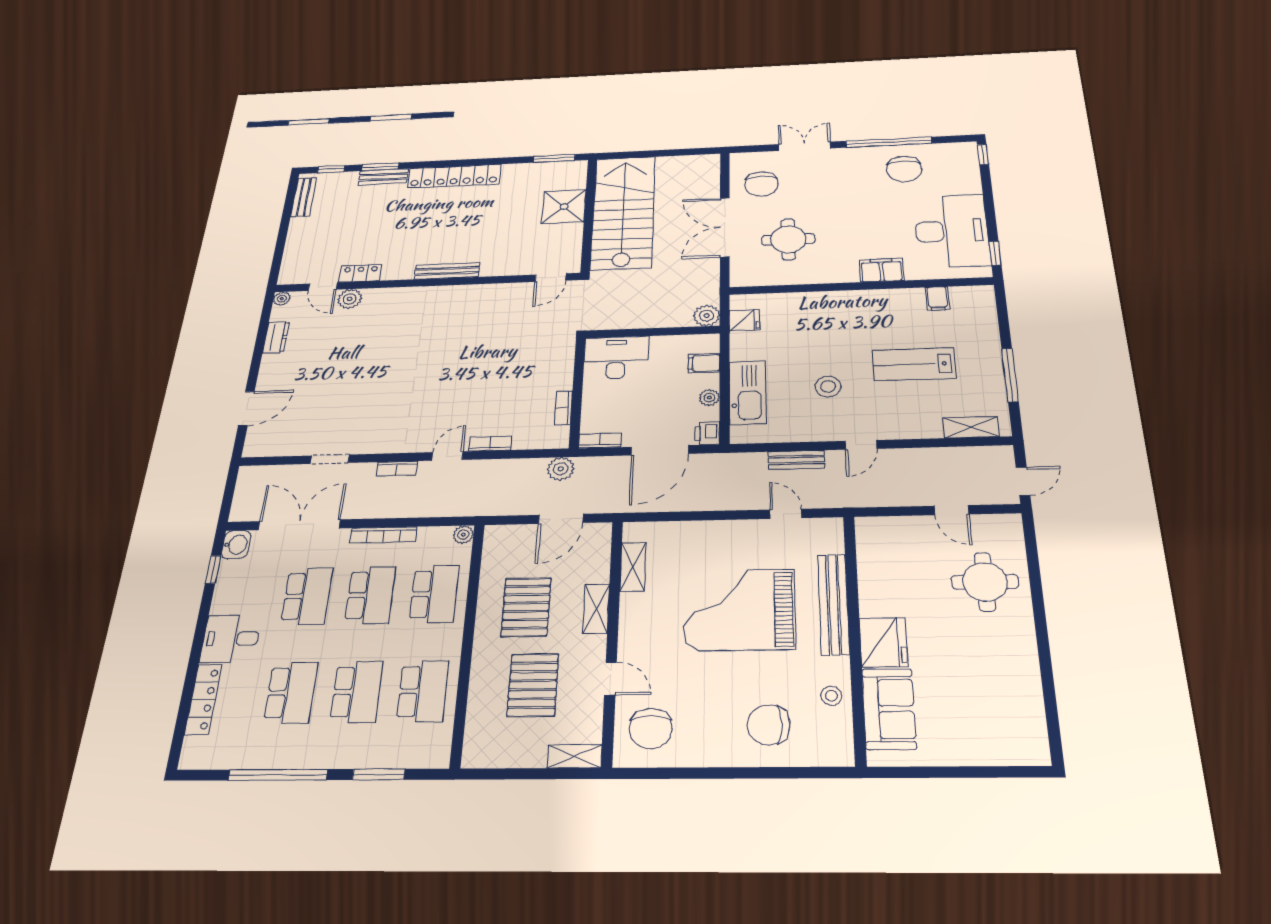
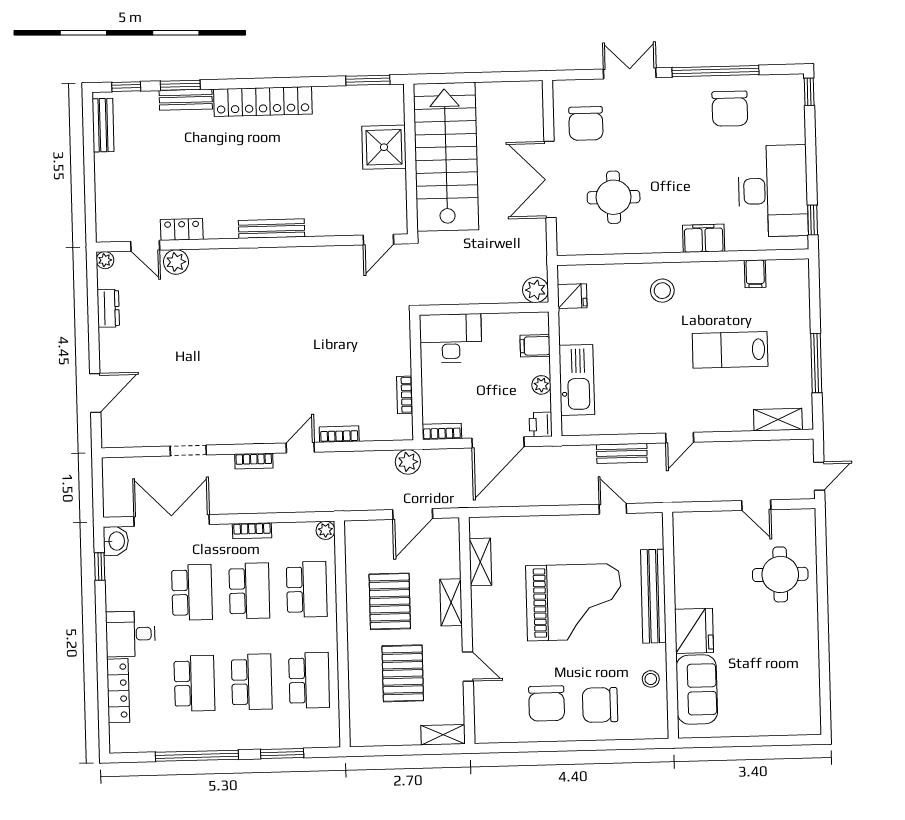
stool: (828, 386) -> (662, 291), moved
bookcase: (383, 535) -> (252, 531), width x0.64
grand piano: (739, 610) -> (574, 602), turned 180
chair: (651, 729) -> (547, 703), moved

